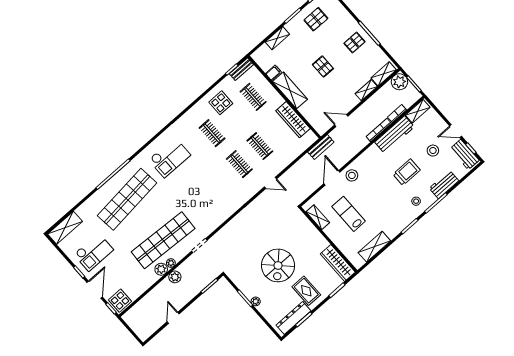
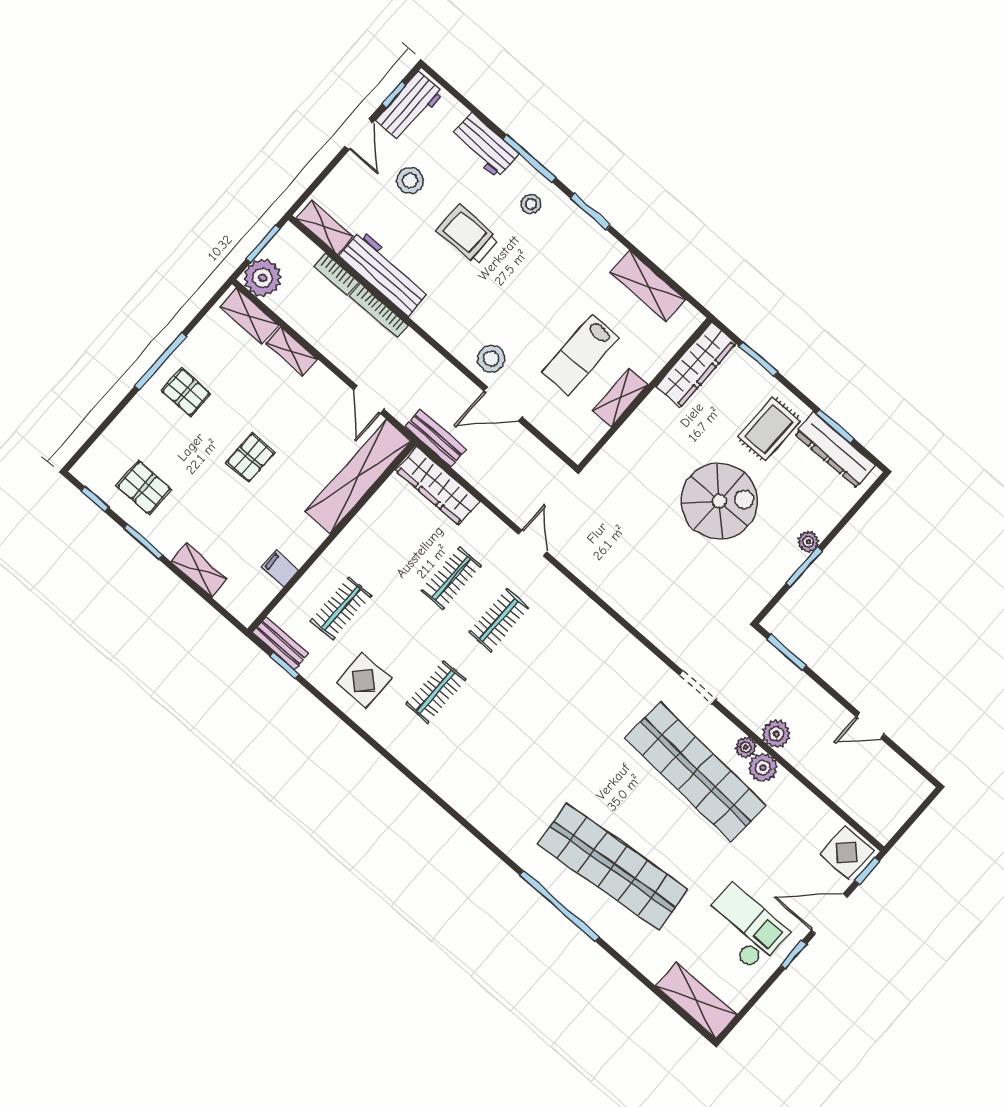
shelving: (290, 90) -> (358, 477), moved, width x1.47
wardrobe: (293, 120) -> (438, 486), moved, turned 90
checkout: (170, 157) -> (504, 782), removed
shelving: (318, 217) -> (620, 398), moved

